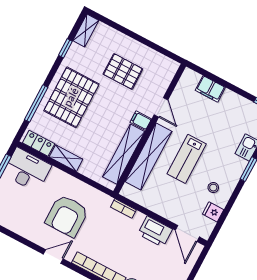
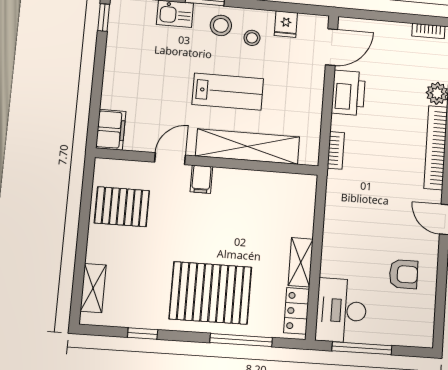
shelving: (86, 30) -> (93, 288), moved, turned 90
pallet: (123, 71) -> (122, 207), moved, turned 90
filing cabinet: (210, 89) -> (111, 130), moved
shelving: (124, 154) -> (260, 183), removed
stool: (229, 172) -> (221, 25), added
armchair: (67, 216) -> (403, 274), moved, width x0.53, depth x0.53

